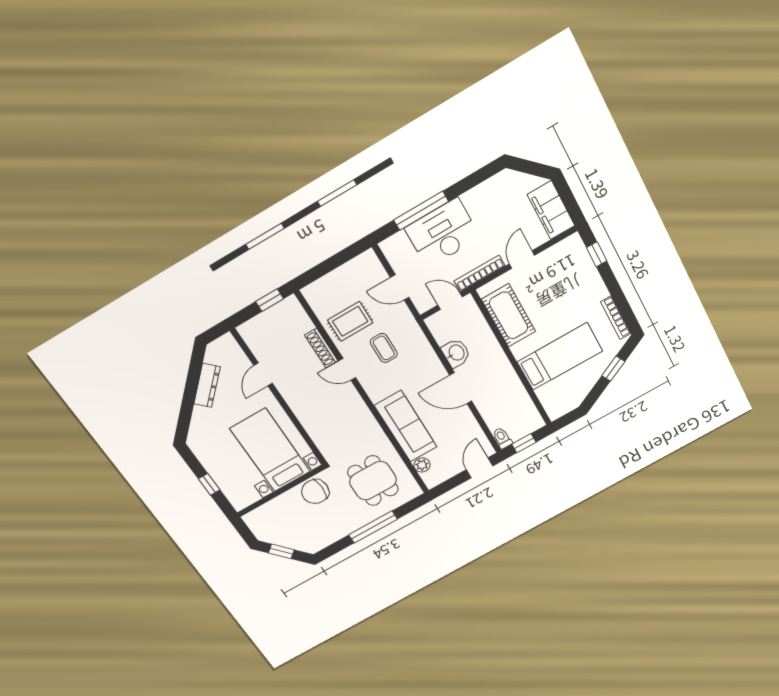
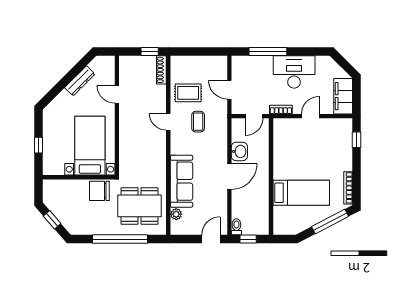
desk: (442, 233) -> (294, 72), moved
bookcase: (480, 273) -> (281, 110), width x0.64
door: (450, 301) -> (254, 116), swing flipped
cot: (509, 315) -> (284, 147), removed
shoe rack: (321, 348) -> (161, 70), moved
window: (613, 369) -> (330, 222), width x2.17
door: (263, 374) -> (117, 94), hinge flipped
door: (461, 388) -> (229, 176), swing flipped
dining table: (373, 481) -> (140, 206), width x1.37
window: (373, 527) -> (120, 239), width x1.46

